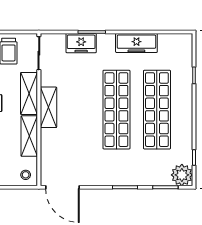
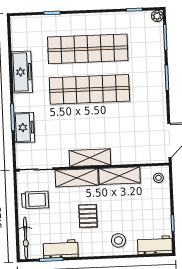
plant: (182, 175) -> (157, 16), width x0.53, depth x0.53

